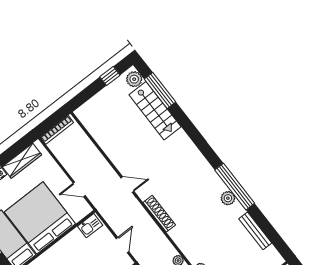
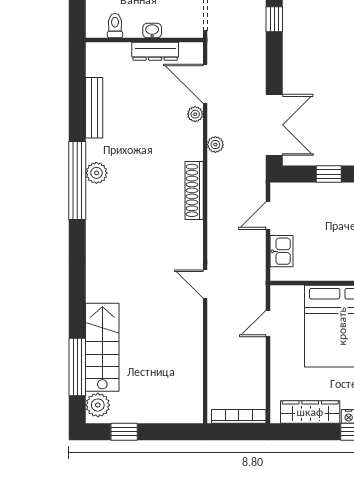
door: (79, 189) -> (268, 323), swing flipped
shoe rack: (159, 214) -> (194, 190), moved
kitchen sink: (90, 226) -> (282, 251), moved, turned 90

